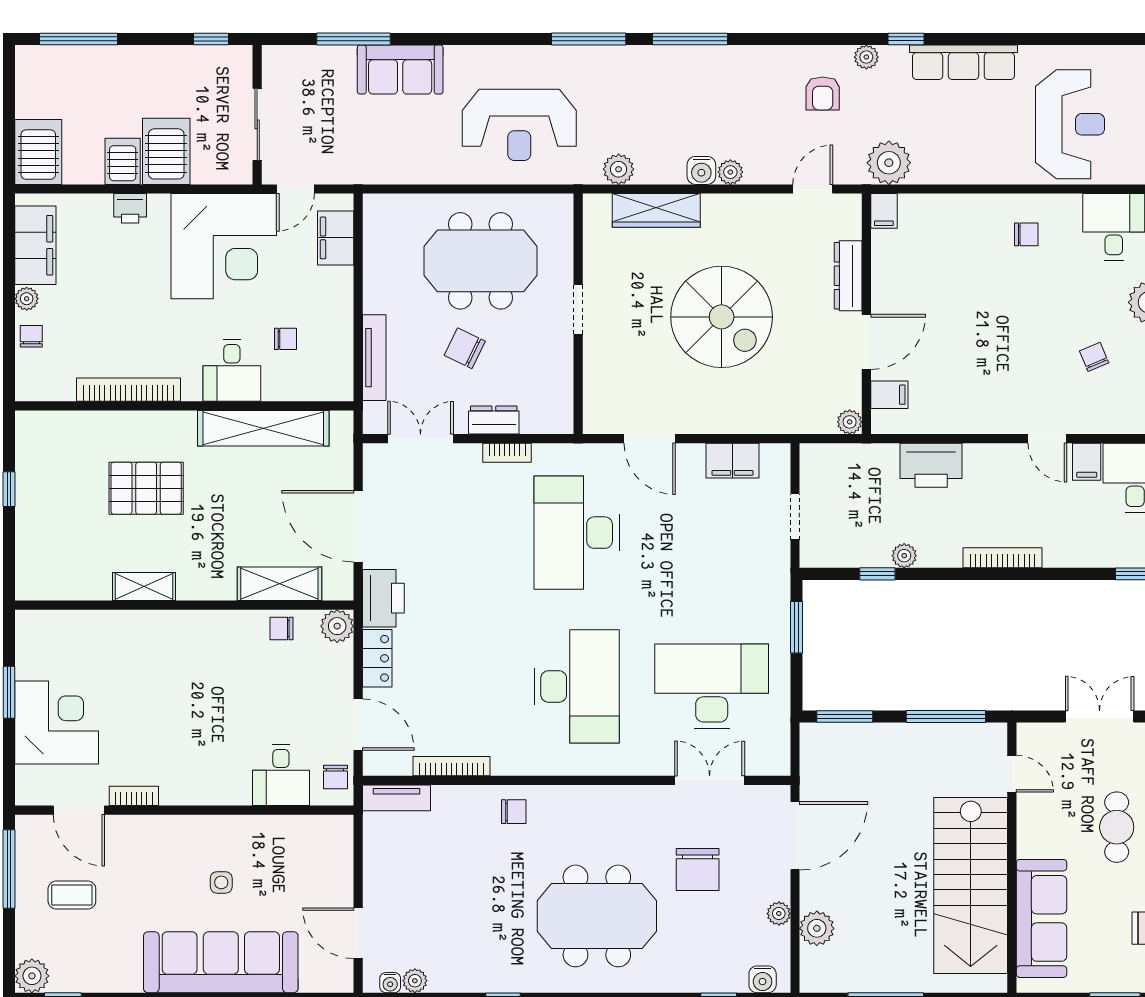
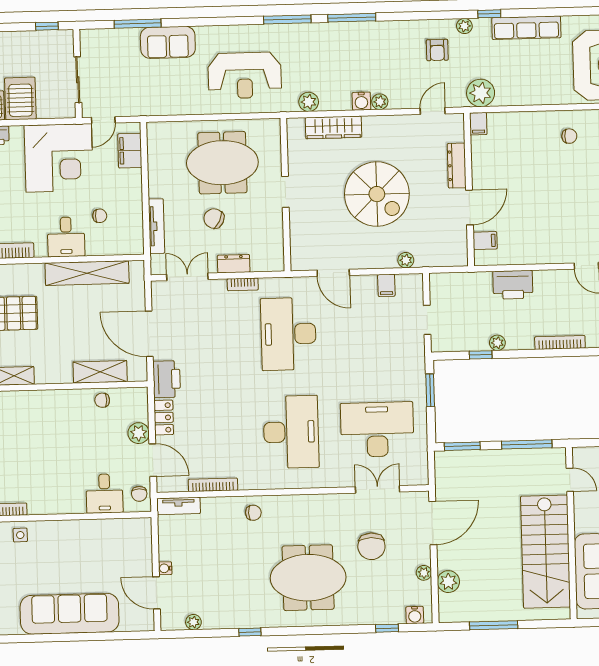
plant: (850, 422) -> (406, 260), moved
filing cabinet: (732, 461) -> (386, 285), width x0.50
plant: (337, 626) -> (139, 433), moved
side table: (221, 882) -> (20, 535), moved
water cooler: (390, 983) -> (165, 568), moved, turned 90

